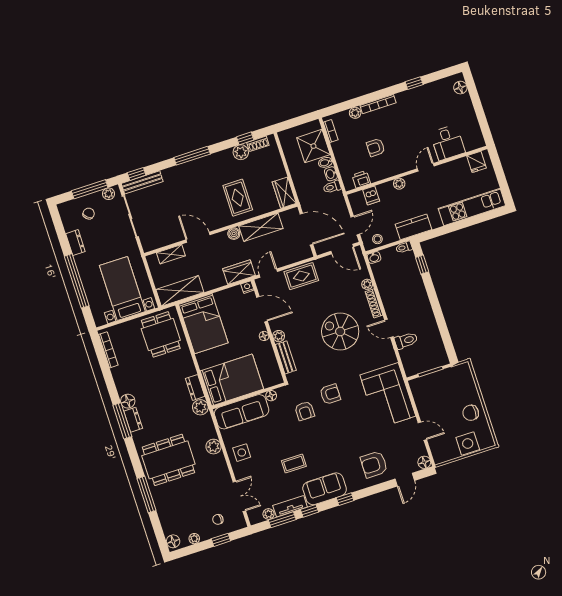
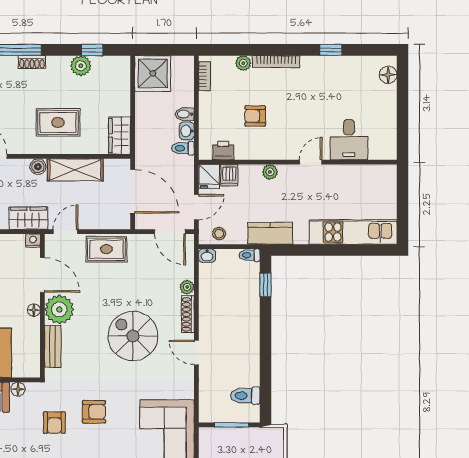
shoe rack: (258, 144) -> (32, 62), moved
shower: (313, 146) -> (153, 73), moved
fridge: (477, 162) -> (209, 176), moved
rug: (238, 198) -> (58, 122), turned 90
plant: (279, 336) -> (59, 309), width x1.87, depth x1.87
toilet: (406, 341) -> (245, 396), moved, turned 180

